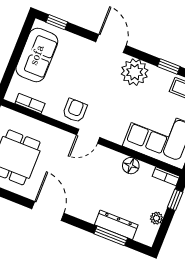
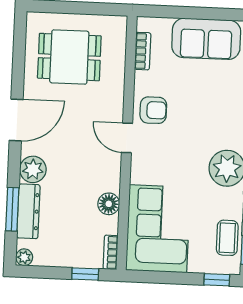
plant: (87, 211) -> (33, 169), added
plant: (156, 218) -> (24, 257), moved

